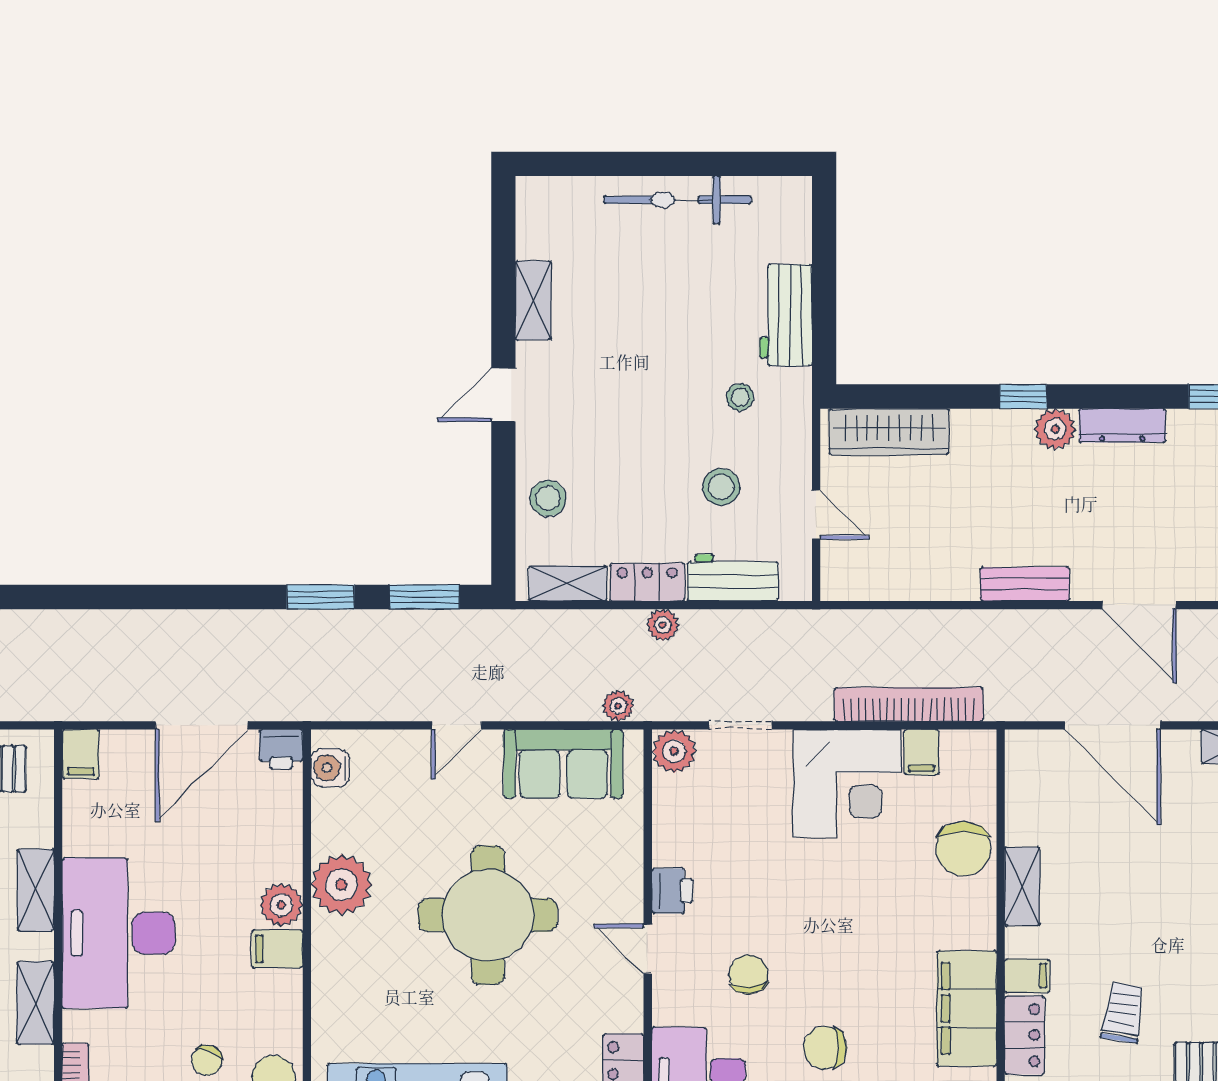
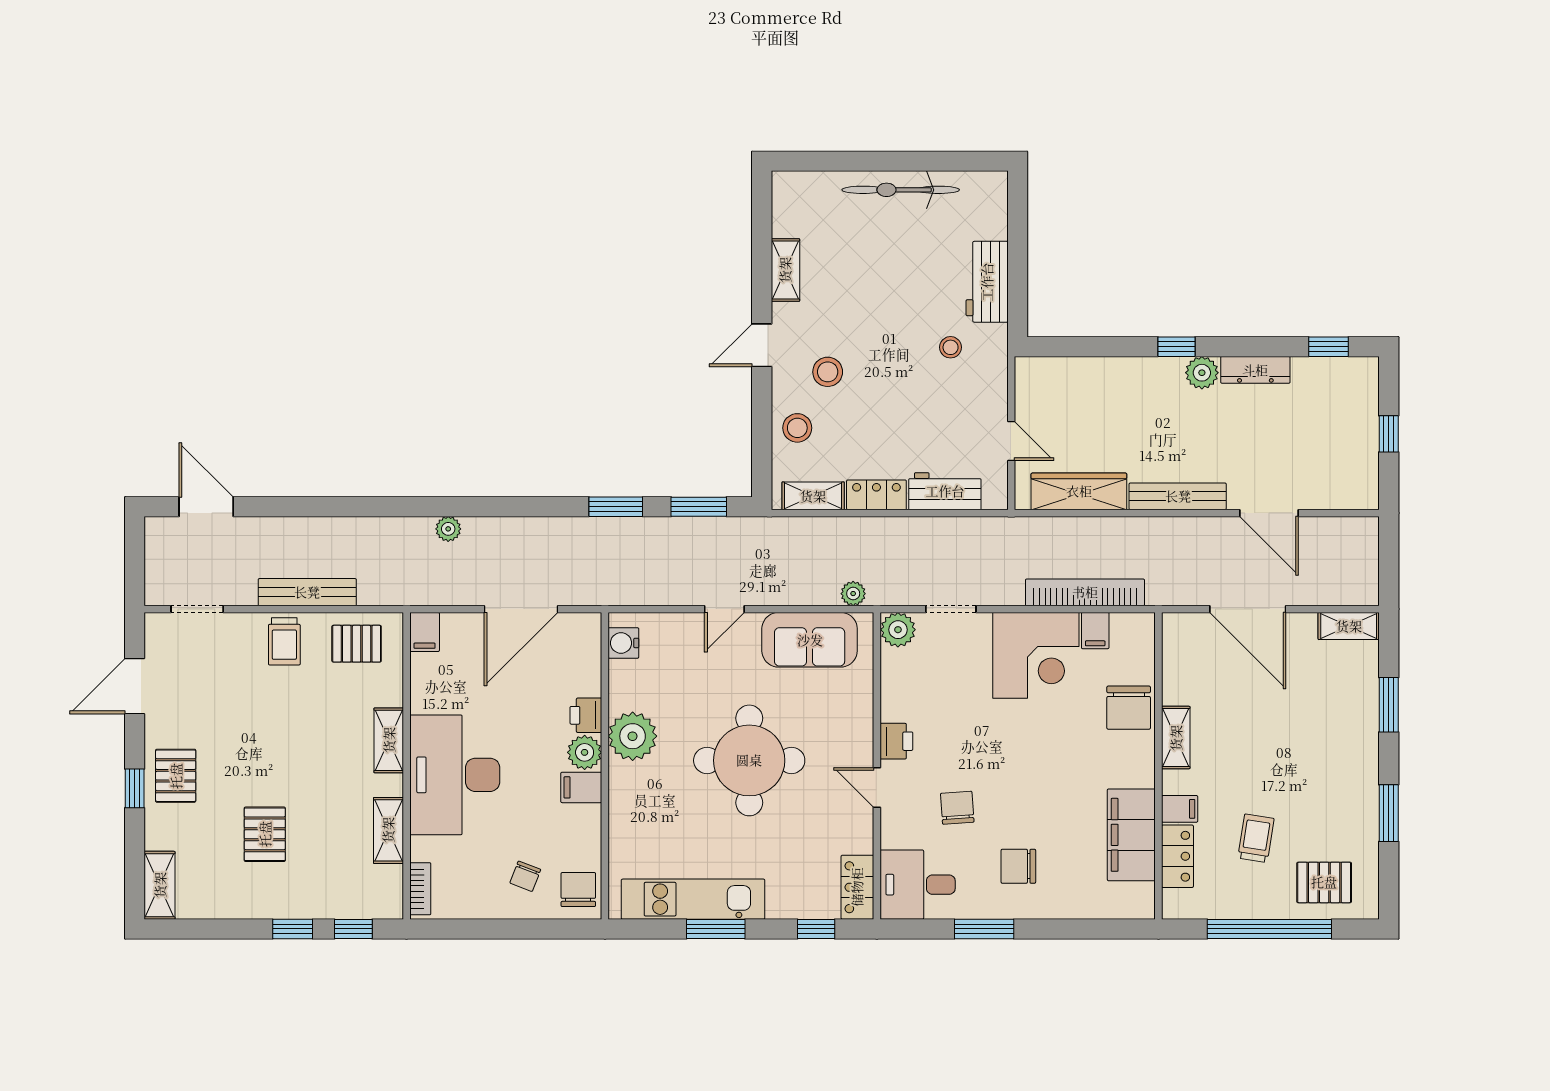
wardrobe: (889, 432) -> (1079, 491), moved, turned 180
stool: (721, 487) -> (828, 372), moved
bench: (1025, 584) -> (1178, 496), width x1.36
plant: (663, 625) -> (448, 529), moved
printer: (281, 749) -> (586, 715), moved, turned 90

